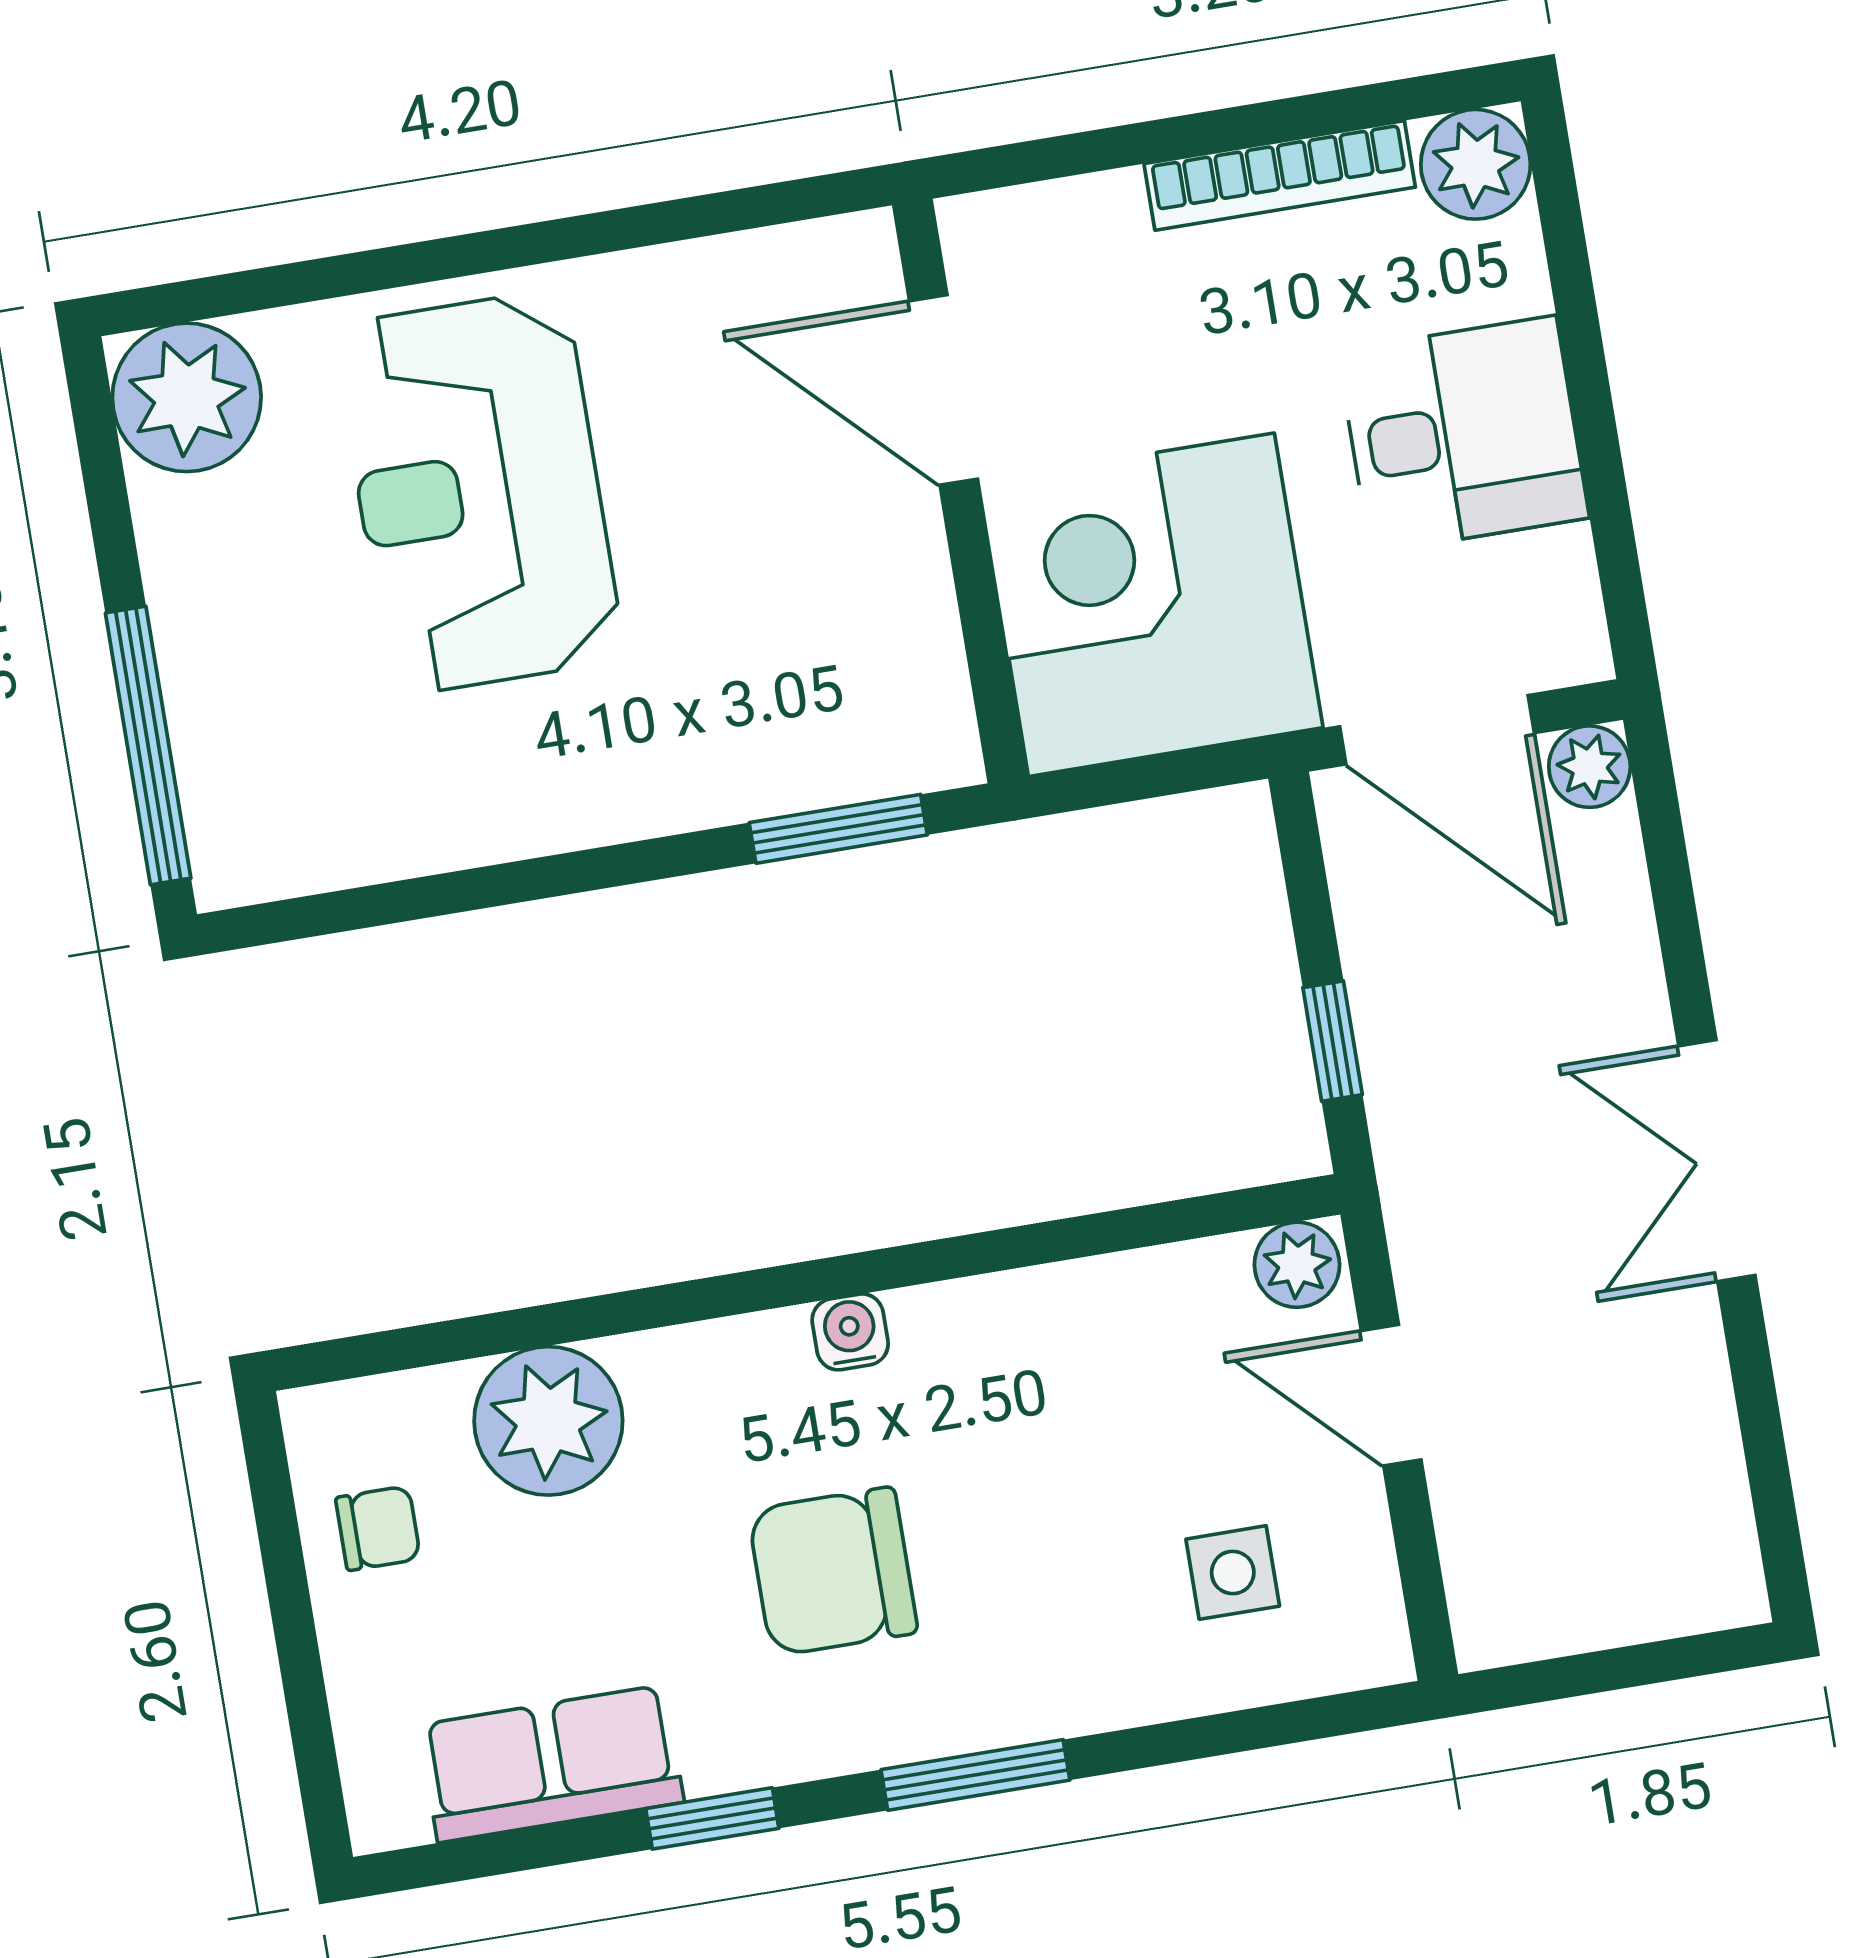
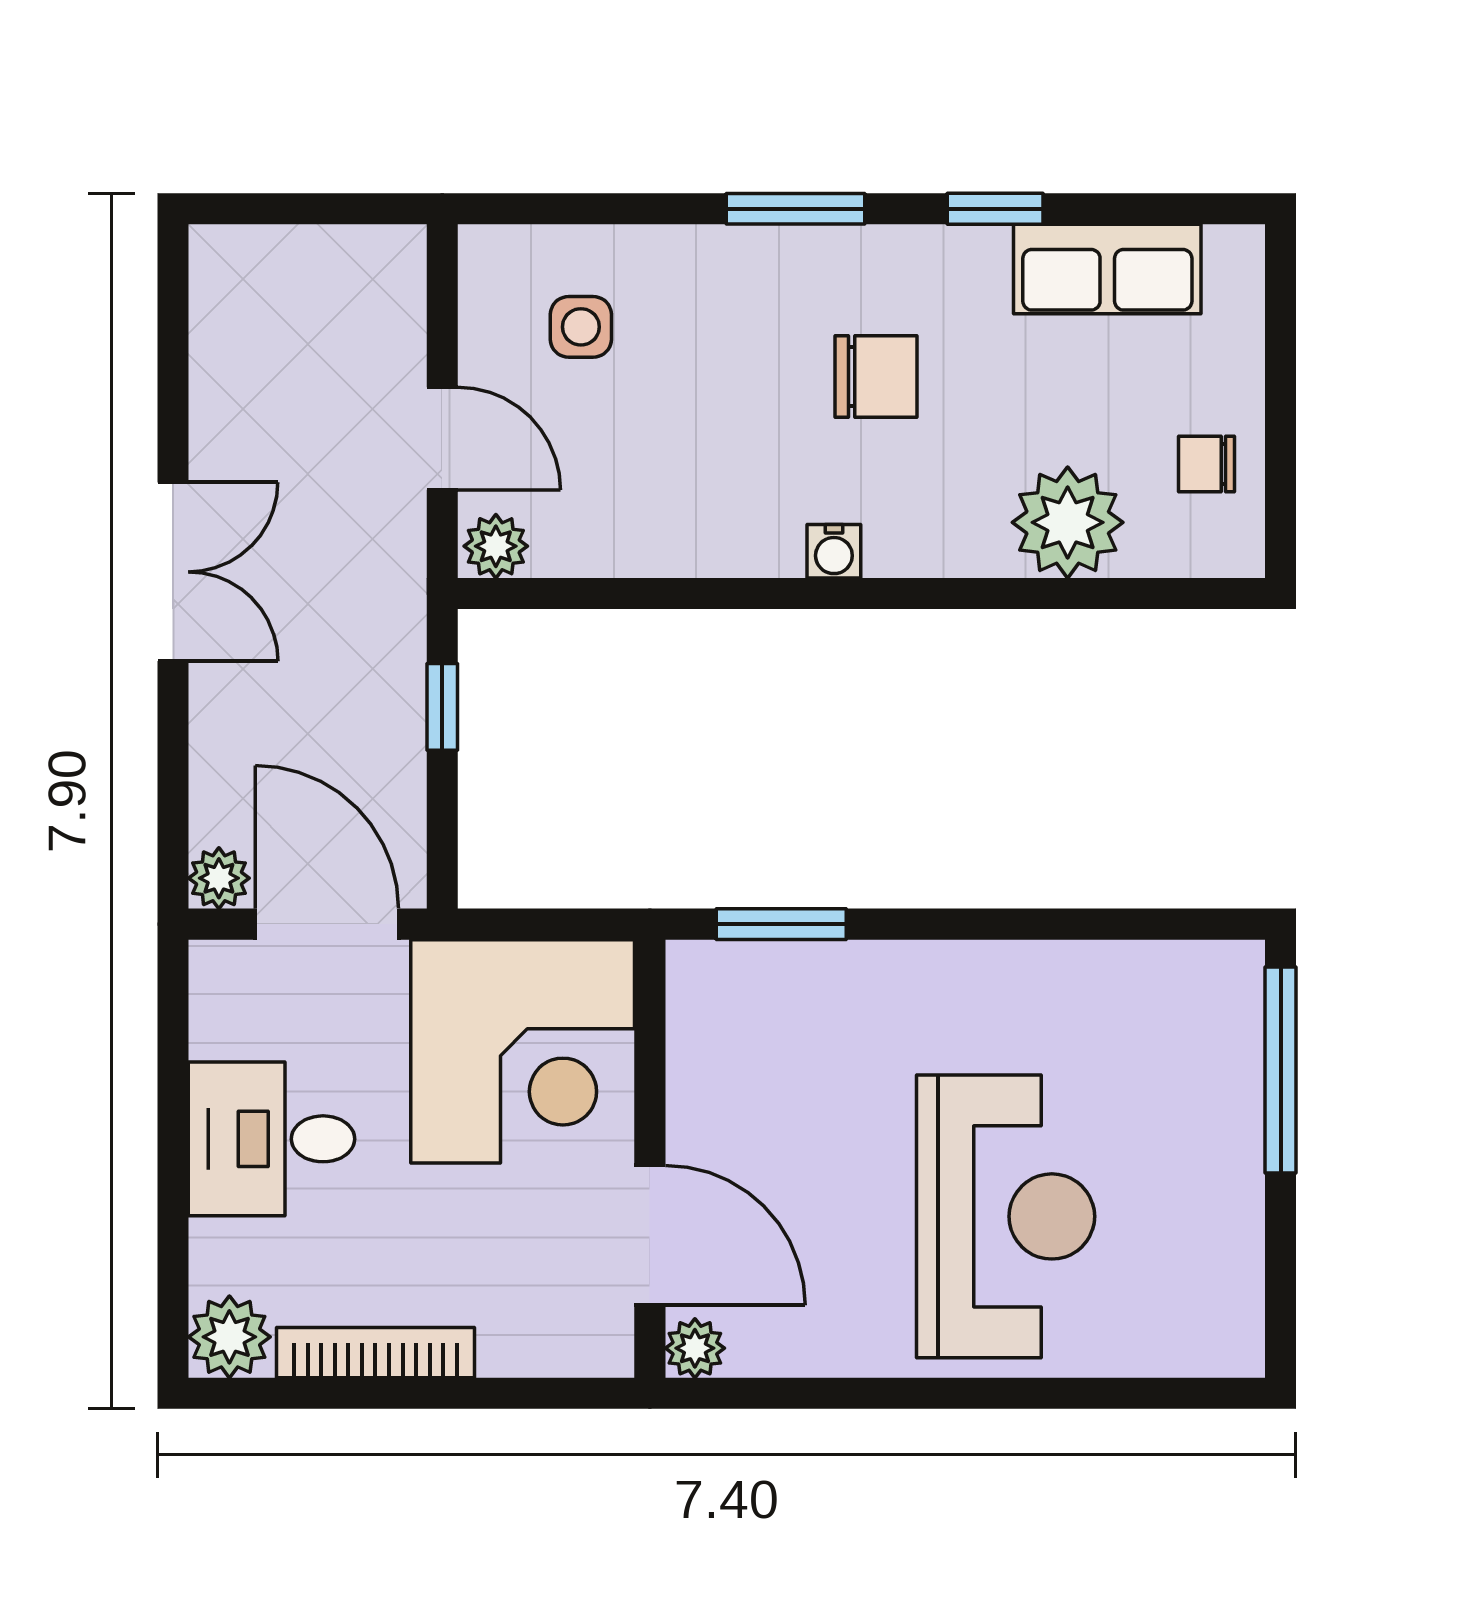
plant: (187, 397) -> (695, 1348), moved, width x0.53, depth x0.53
chair: (833, 1571) -> (876, 377), width x0.73, depth x0.73

